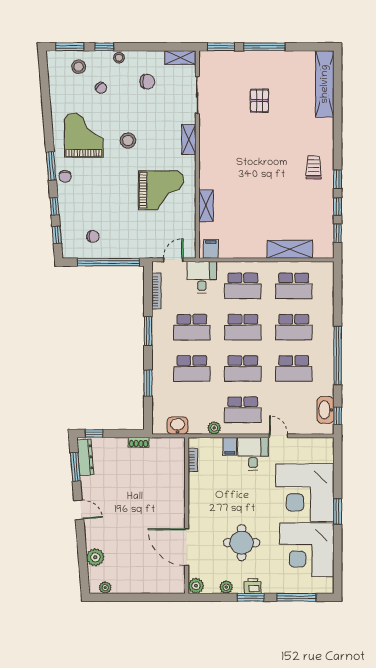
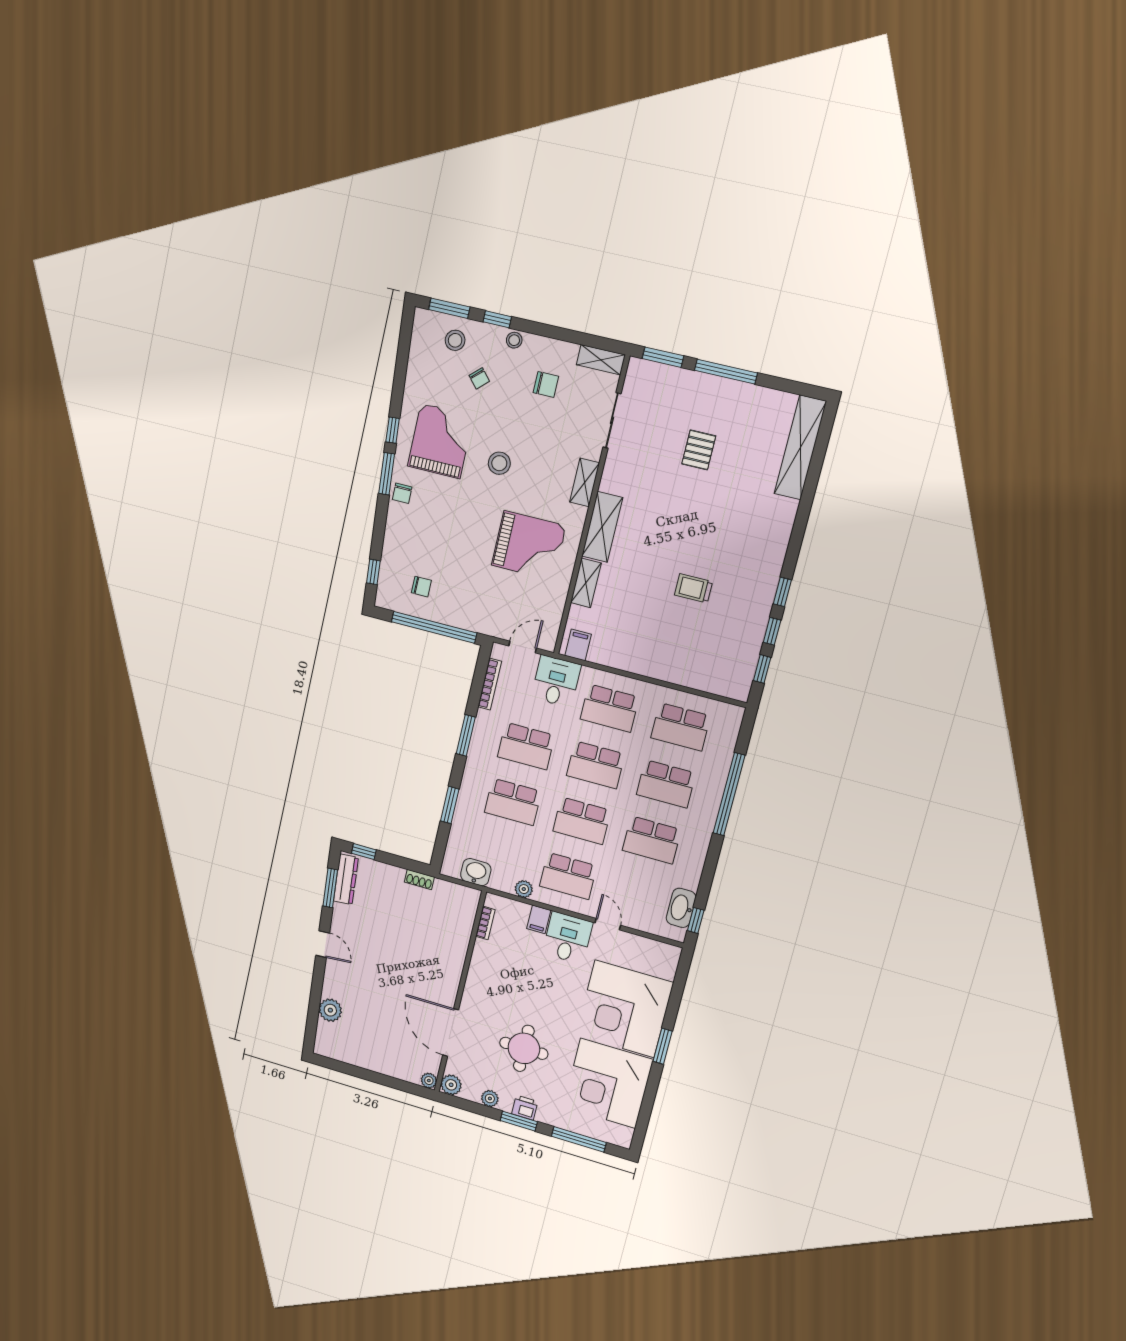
trolley: (314, 167) -> (694, 588), moved, turned -90
window: (54, 206) -> (393, 430), moved
shelving: (290, 249) -> (602, 527), moved, turned 90
window: (338, 356) -> (729, 794), moved
plant: (105, 588) -> (429, 1081), moved

